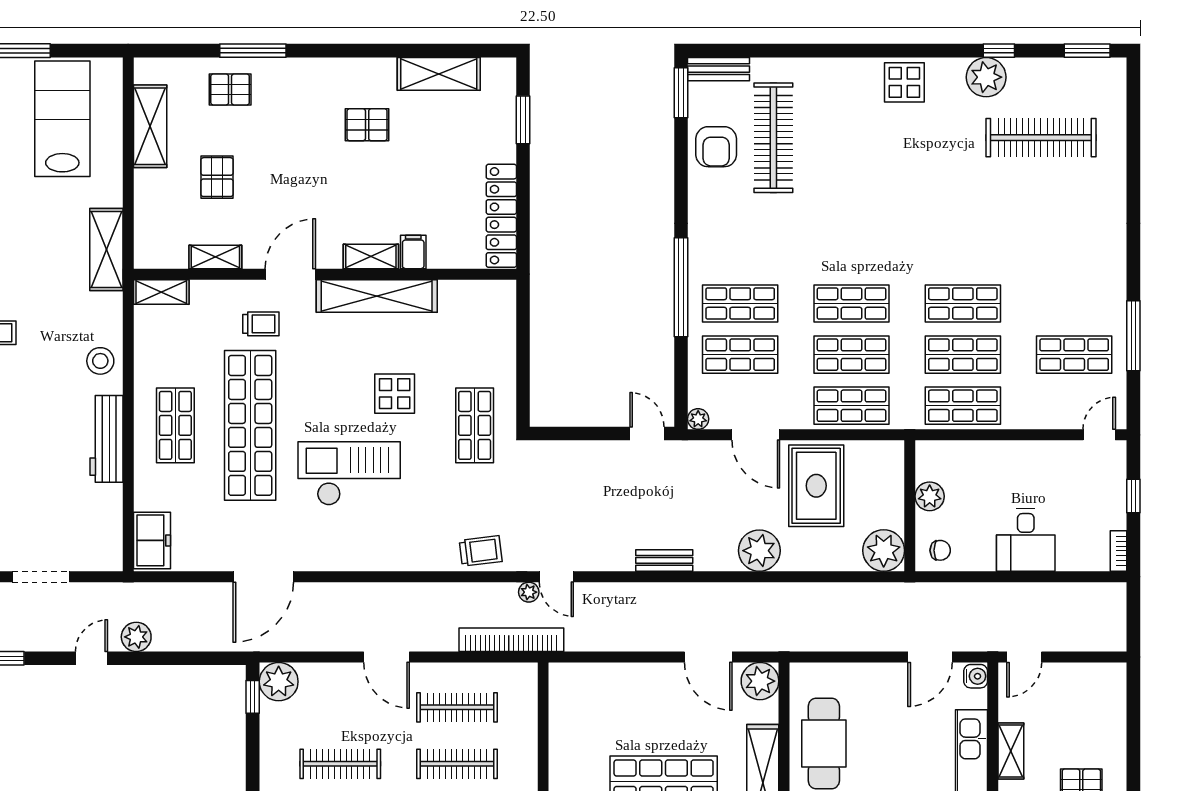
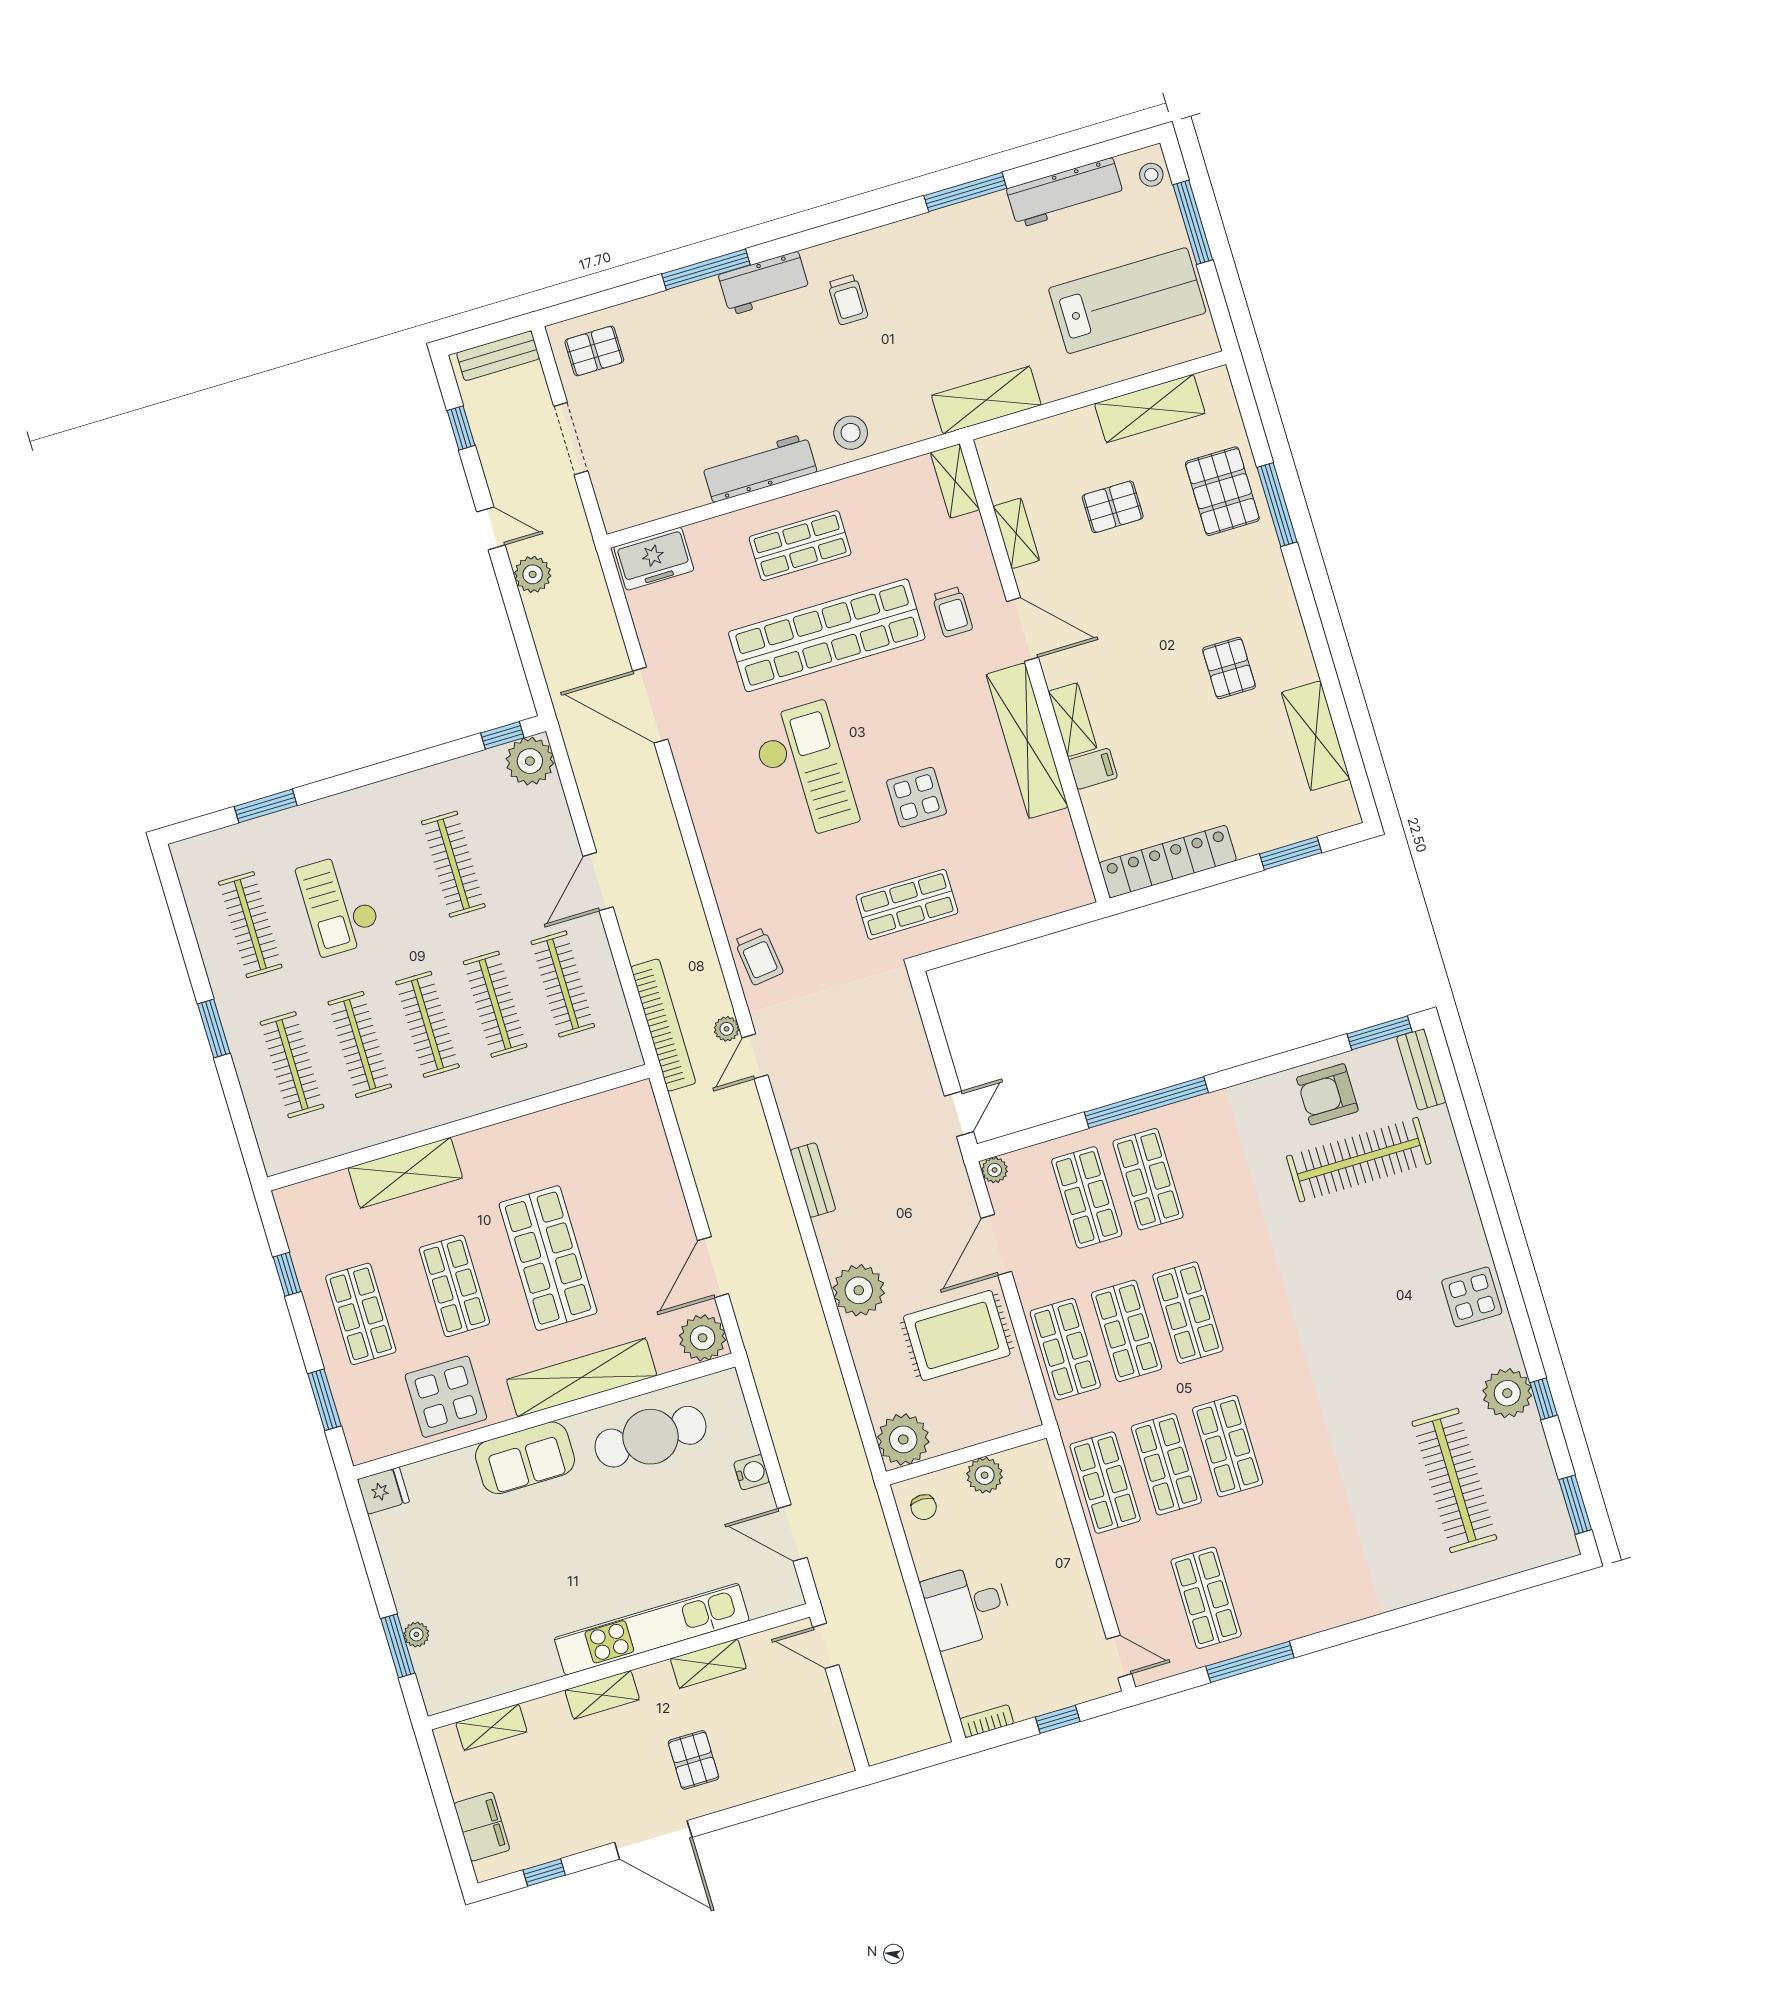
pallet: (230, 89) -> (1222, 491), width x1.50, depth x1.42
water cooler: (976, 676) -> (752, 1472), moved, turned -90

